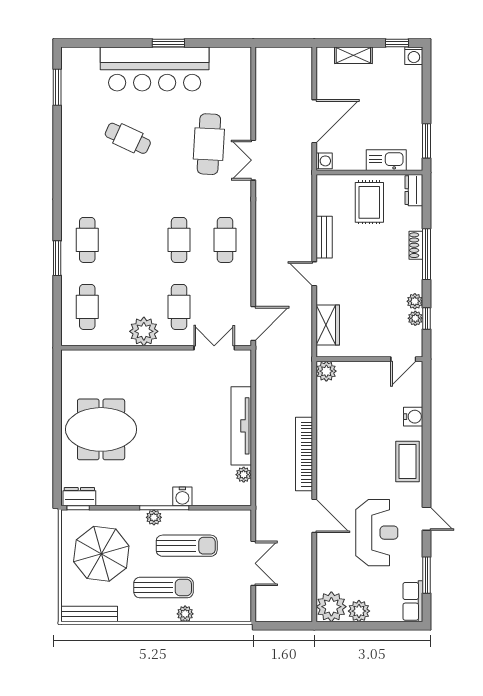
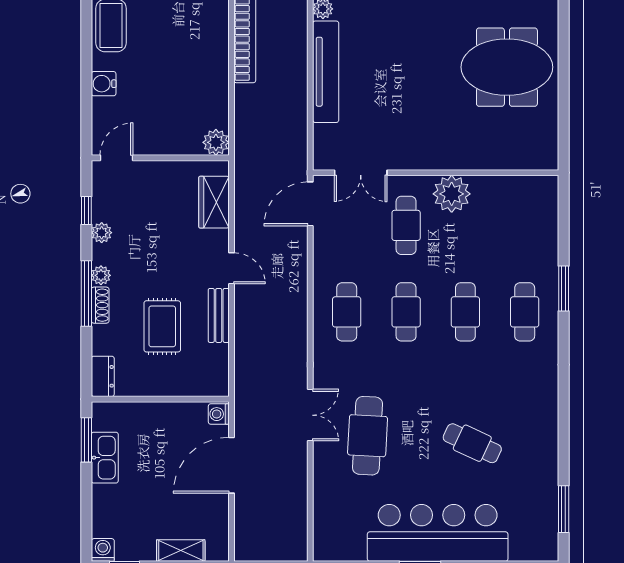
kitchen sink: (386, 160) -> (105, 458), moved, turned -90
rug: (369, 202) -> (162, 326), moved
cafe table: (87, 307) -> (465, 312), moved
plant: (415, 318) -> (101, 275), moved

